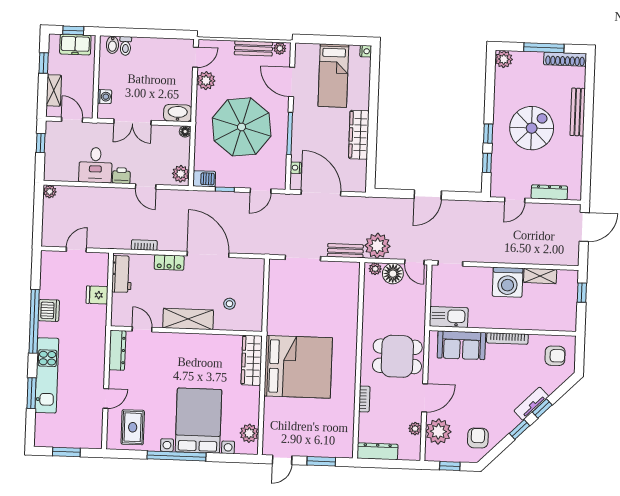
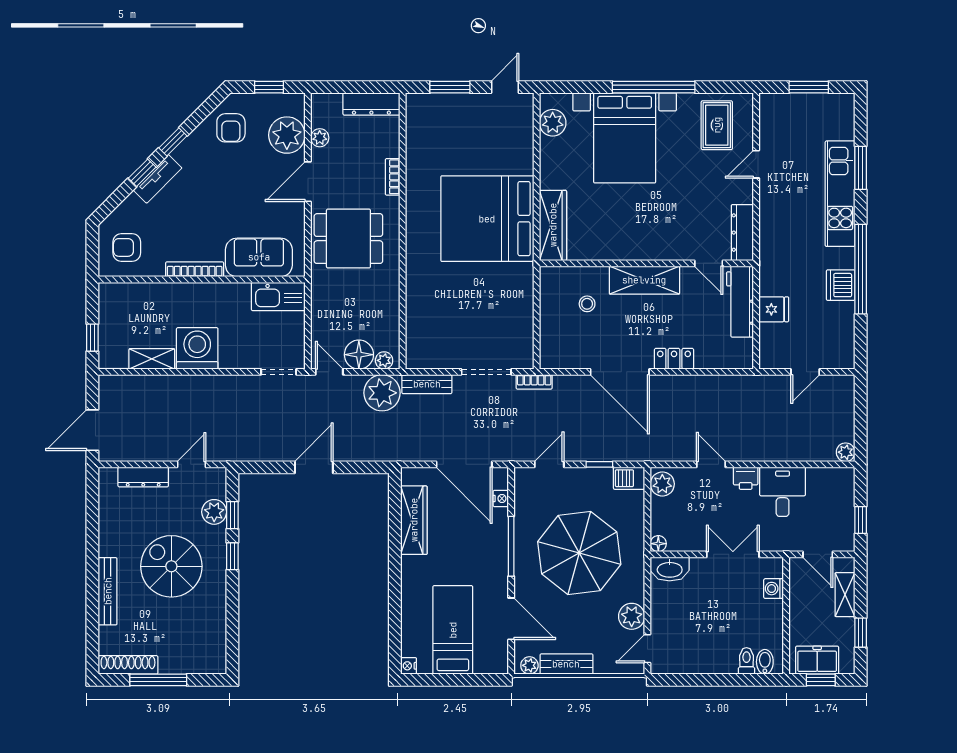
plant: (504, 59) -> (214, 512), moved
spiral stairs: (532, 128) -> (171, 566), turned 90
wardrobe: (359, 135) -> (414, 520), moved
bookcase: (144, 245) -> (534, 382), moved
workbench: (122, 274) -> (740, 302), moved, width x1.38

